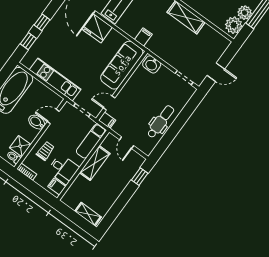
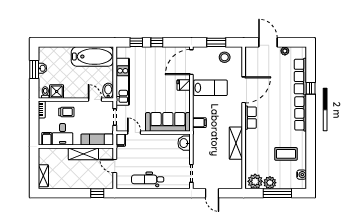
fridge: (97, 28) -> (184, 85), width x0.53, depth x0.75
bidet: (37, 122) -> (108, 91), moved
dental chair: (161, 122) -> (148, 179), turned 180
door: (127, 143) -> (115, 166), hinge flipped

